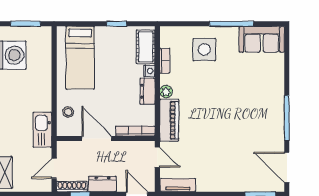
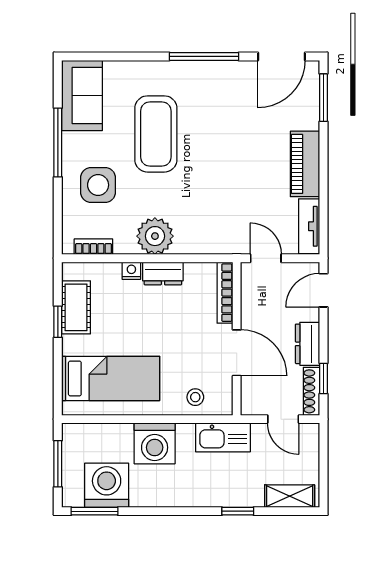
cot: (146, 47) -> (76, 307), moved, turned 90
bookcase: (165, 61) -> (93, 247), moved
washing machine: (39, 86) -> (155, 443), added
coffee table: (237, 87) -> (156, 134), added
plant: (166, 92) -> (155, 236), width x1.88, depth x1.88
piano: (169, 120) -> (305, 164), moved, turned -90
door: (97, 139) -> (237, 353), swing flipped
door: (157, 157) -> (266, 258), hinge flipped

